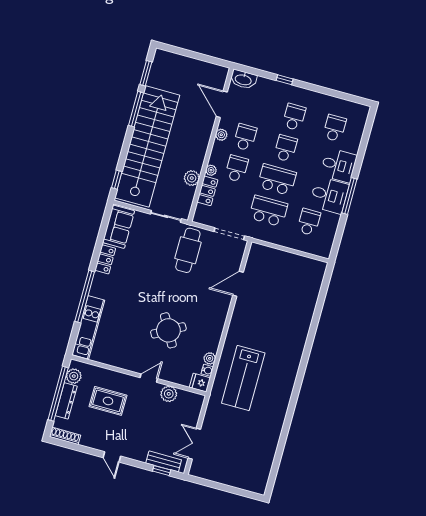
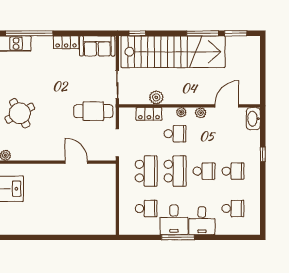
school desk: (245, 137) -> (204, 134), removed
plant: (211, 170) -> (181, 112), moved

